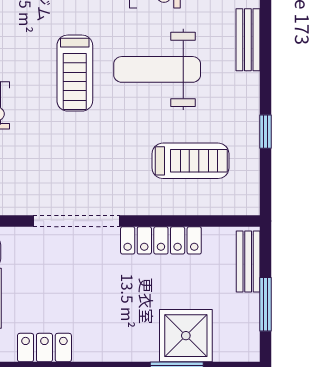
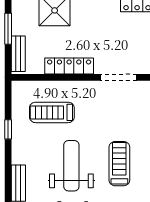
weight bench: (157, 69) -> (71, 166), turned -90
doorway: (76, 221) -> (119, 77), width x0.73

